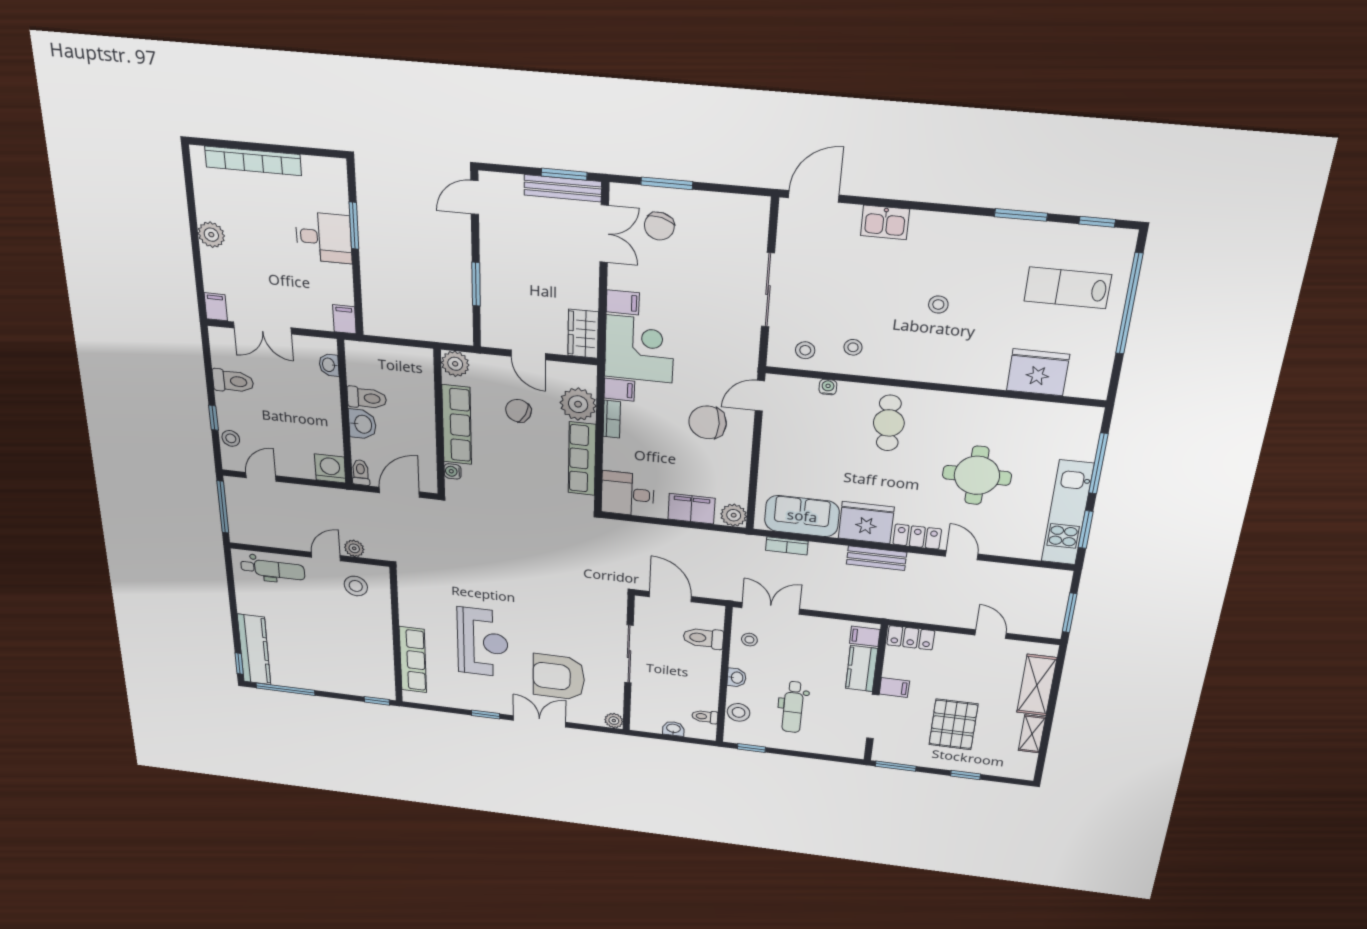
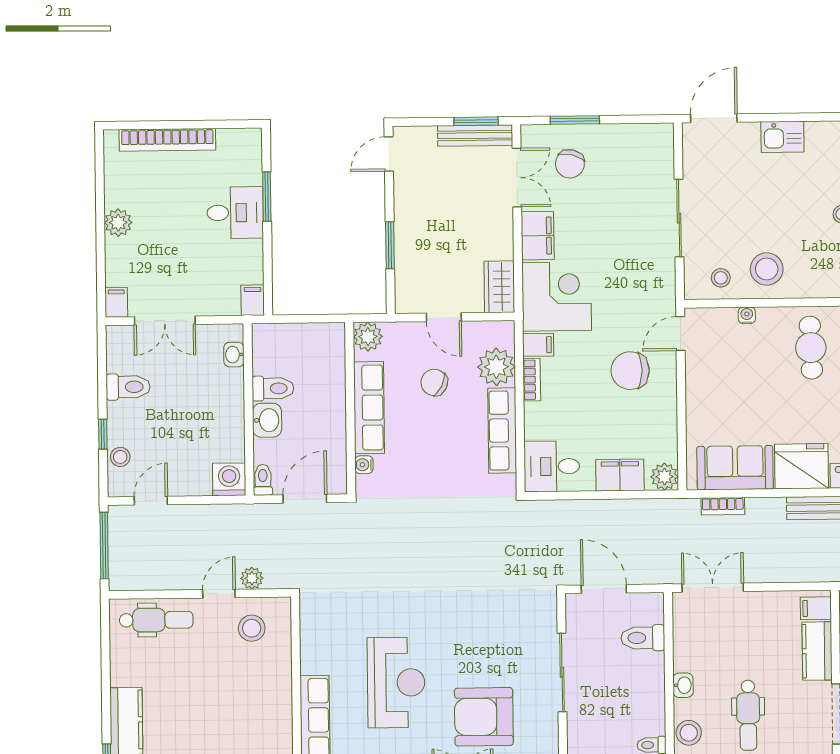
filing cabinet: (623, 302) -> (538, 236), width x2.00
stool: (853, 347) -> (767, 269), width x1.89, depth x1.89
stool: (749, 640) -> (693, 632), removed

